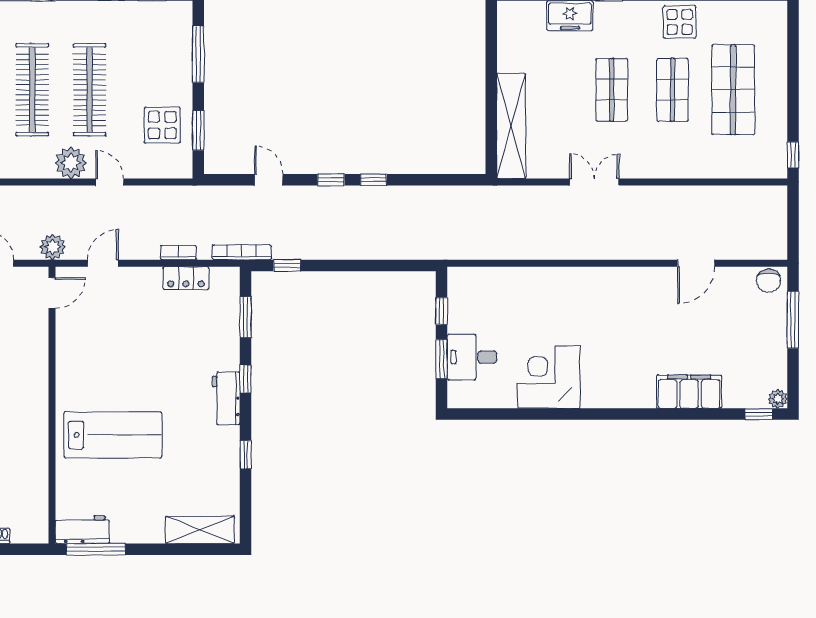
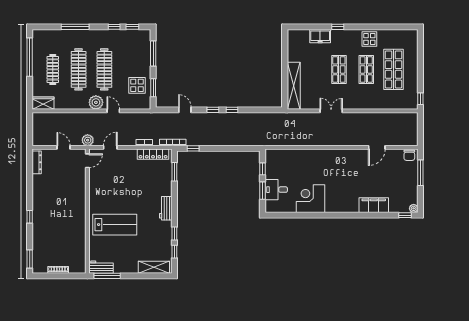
locker: (186, 278) -> (153, 154), width x1.53
window: (246, 379) -> (174, 252), moved

